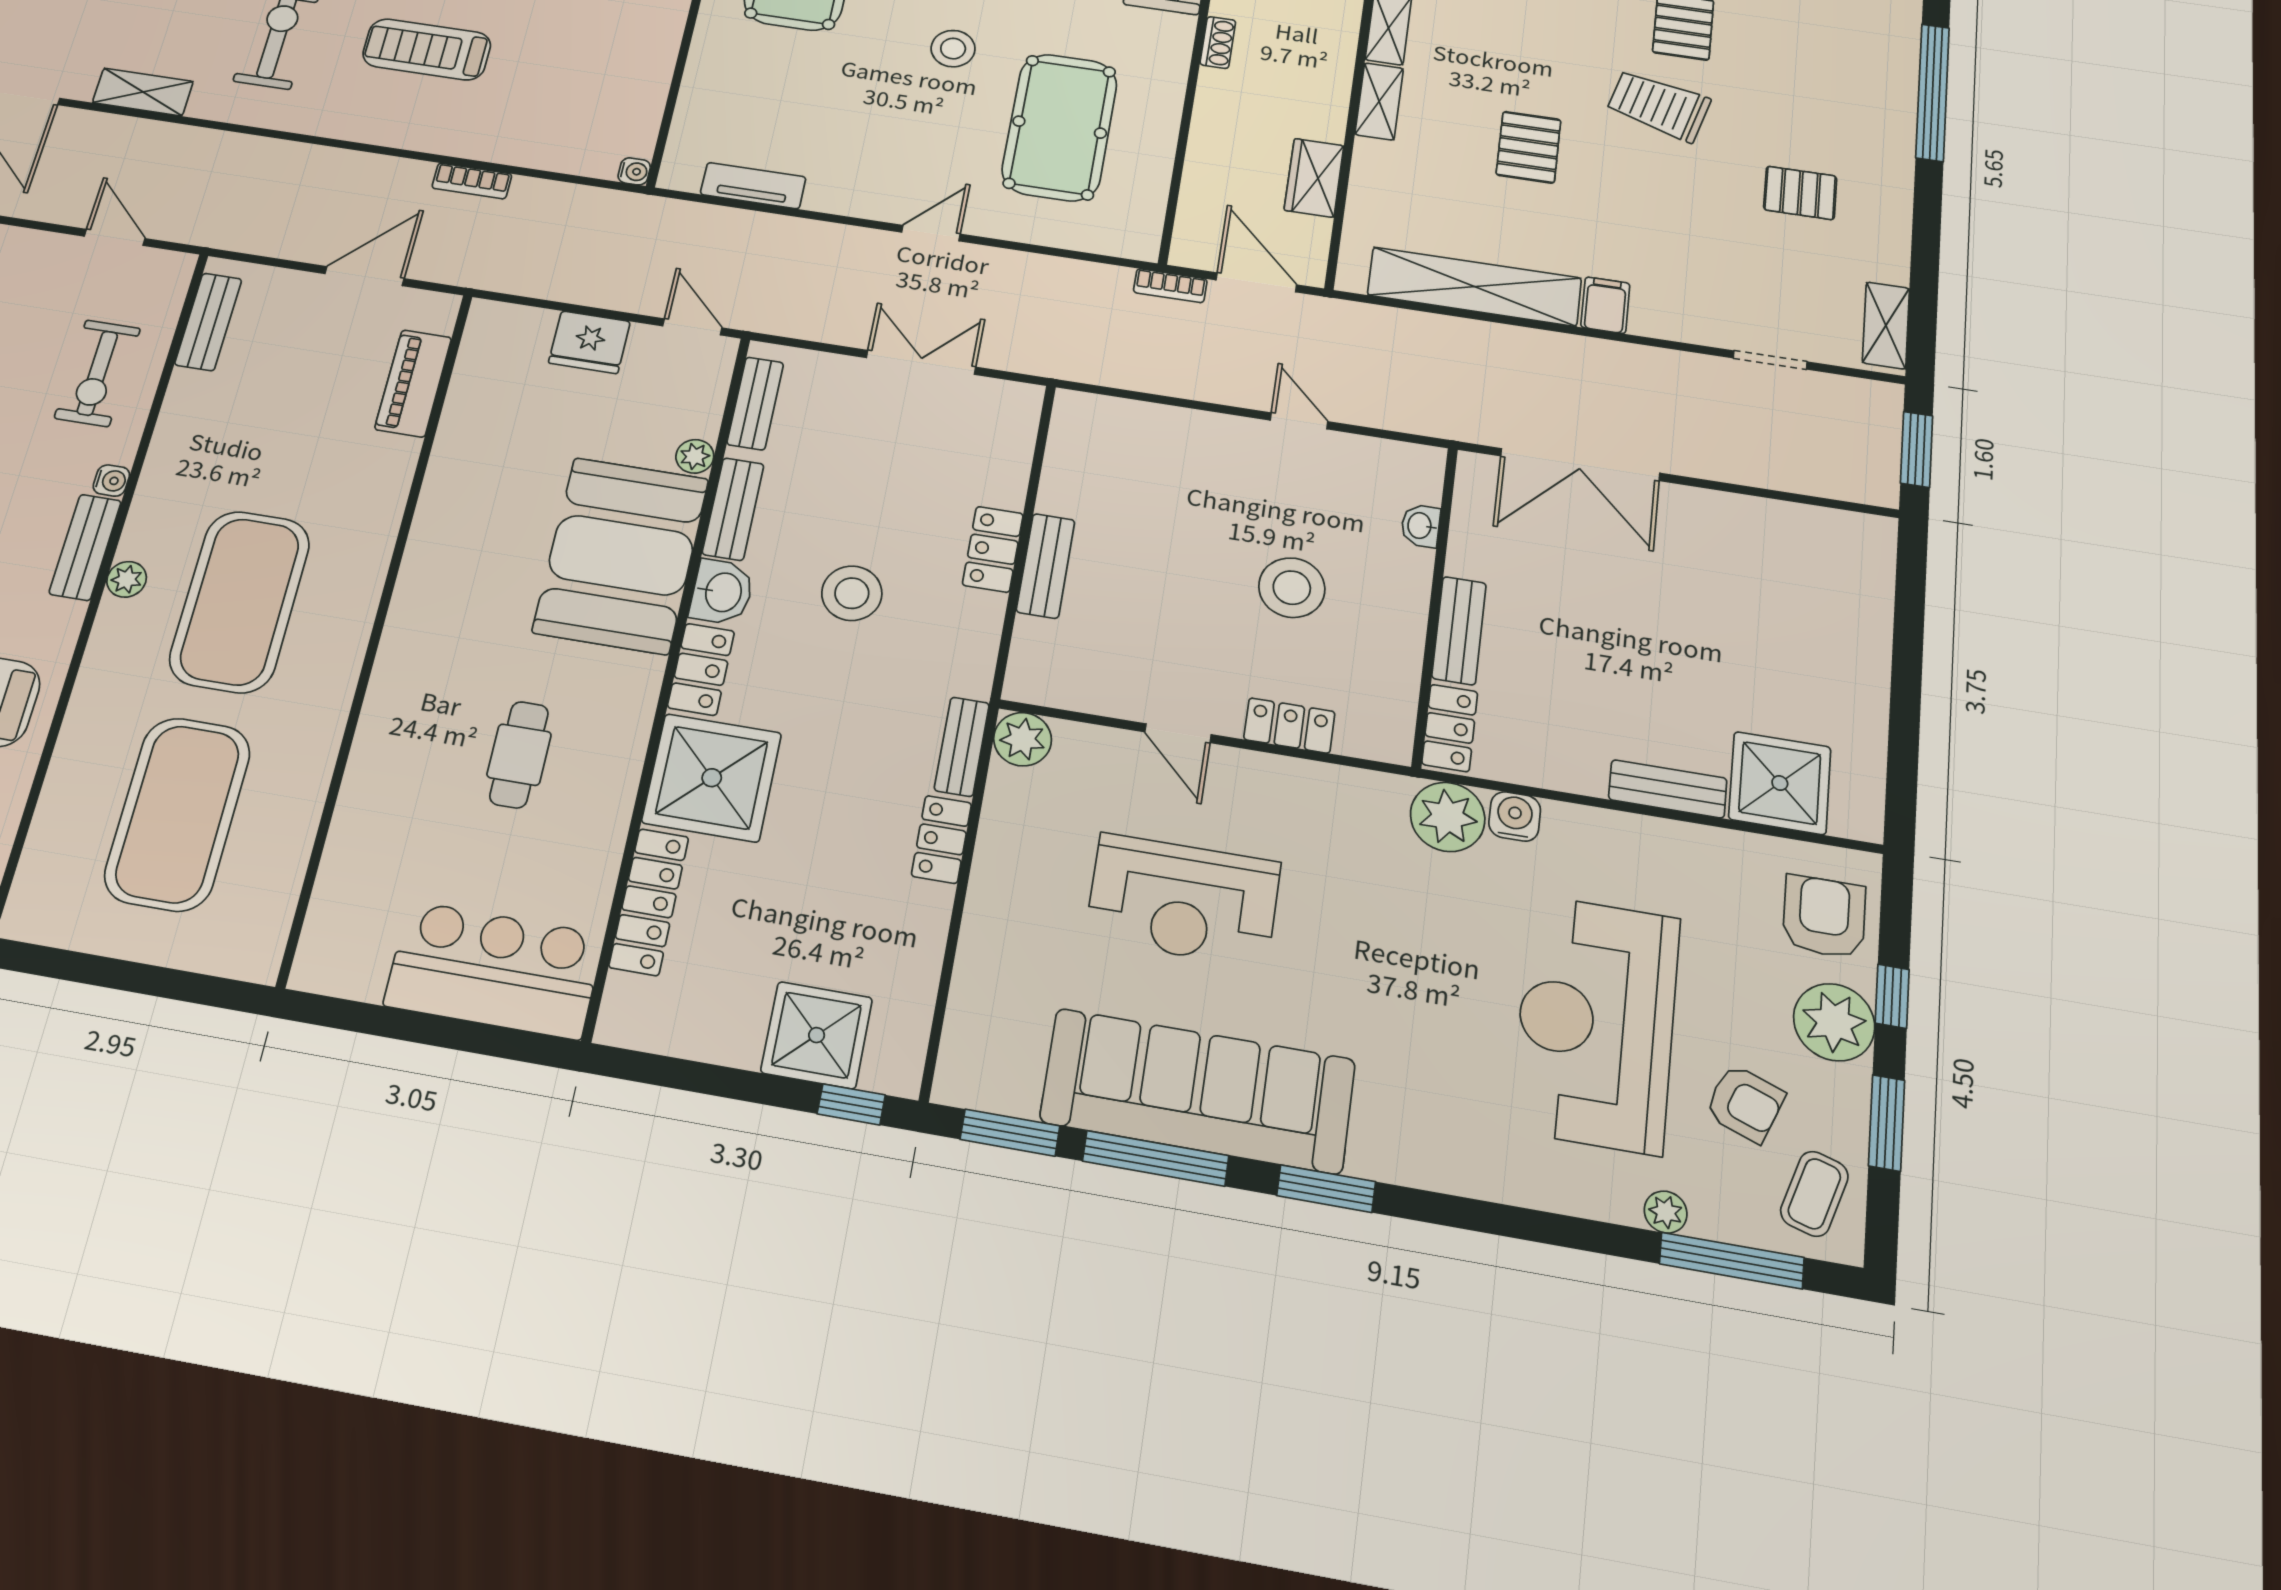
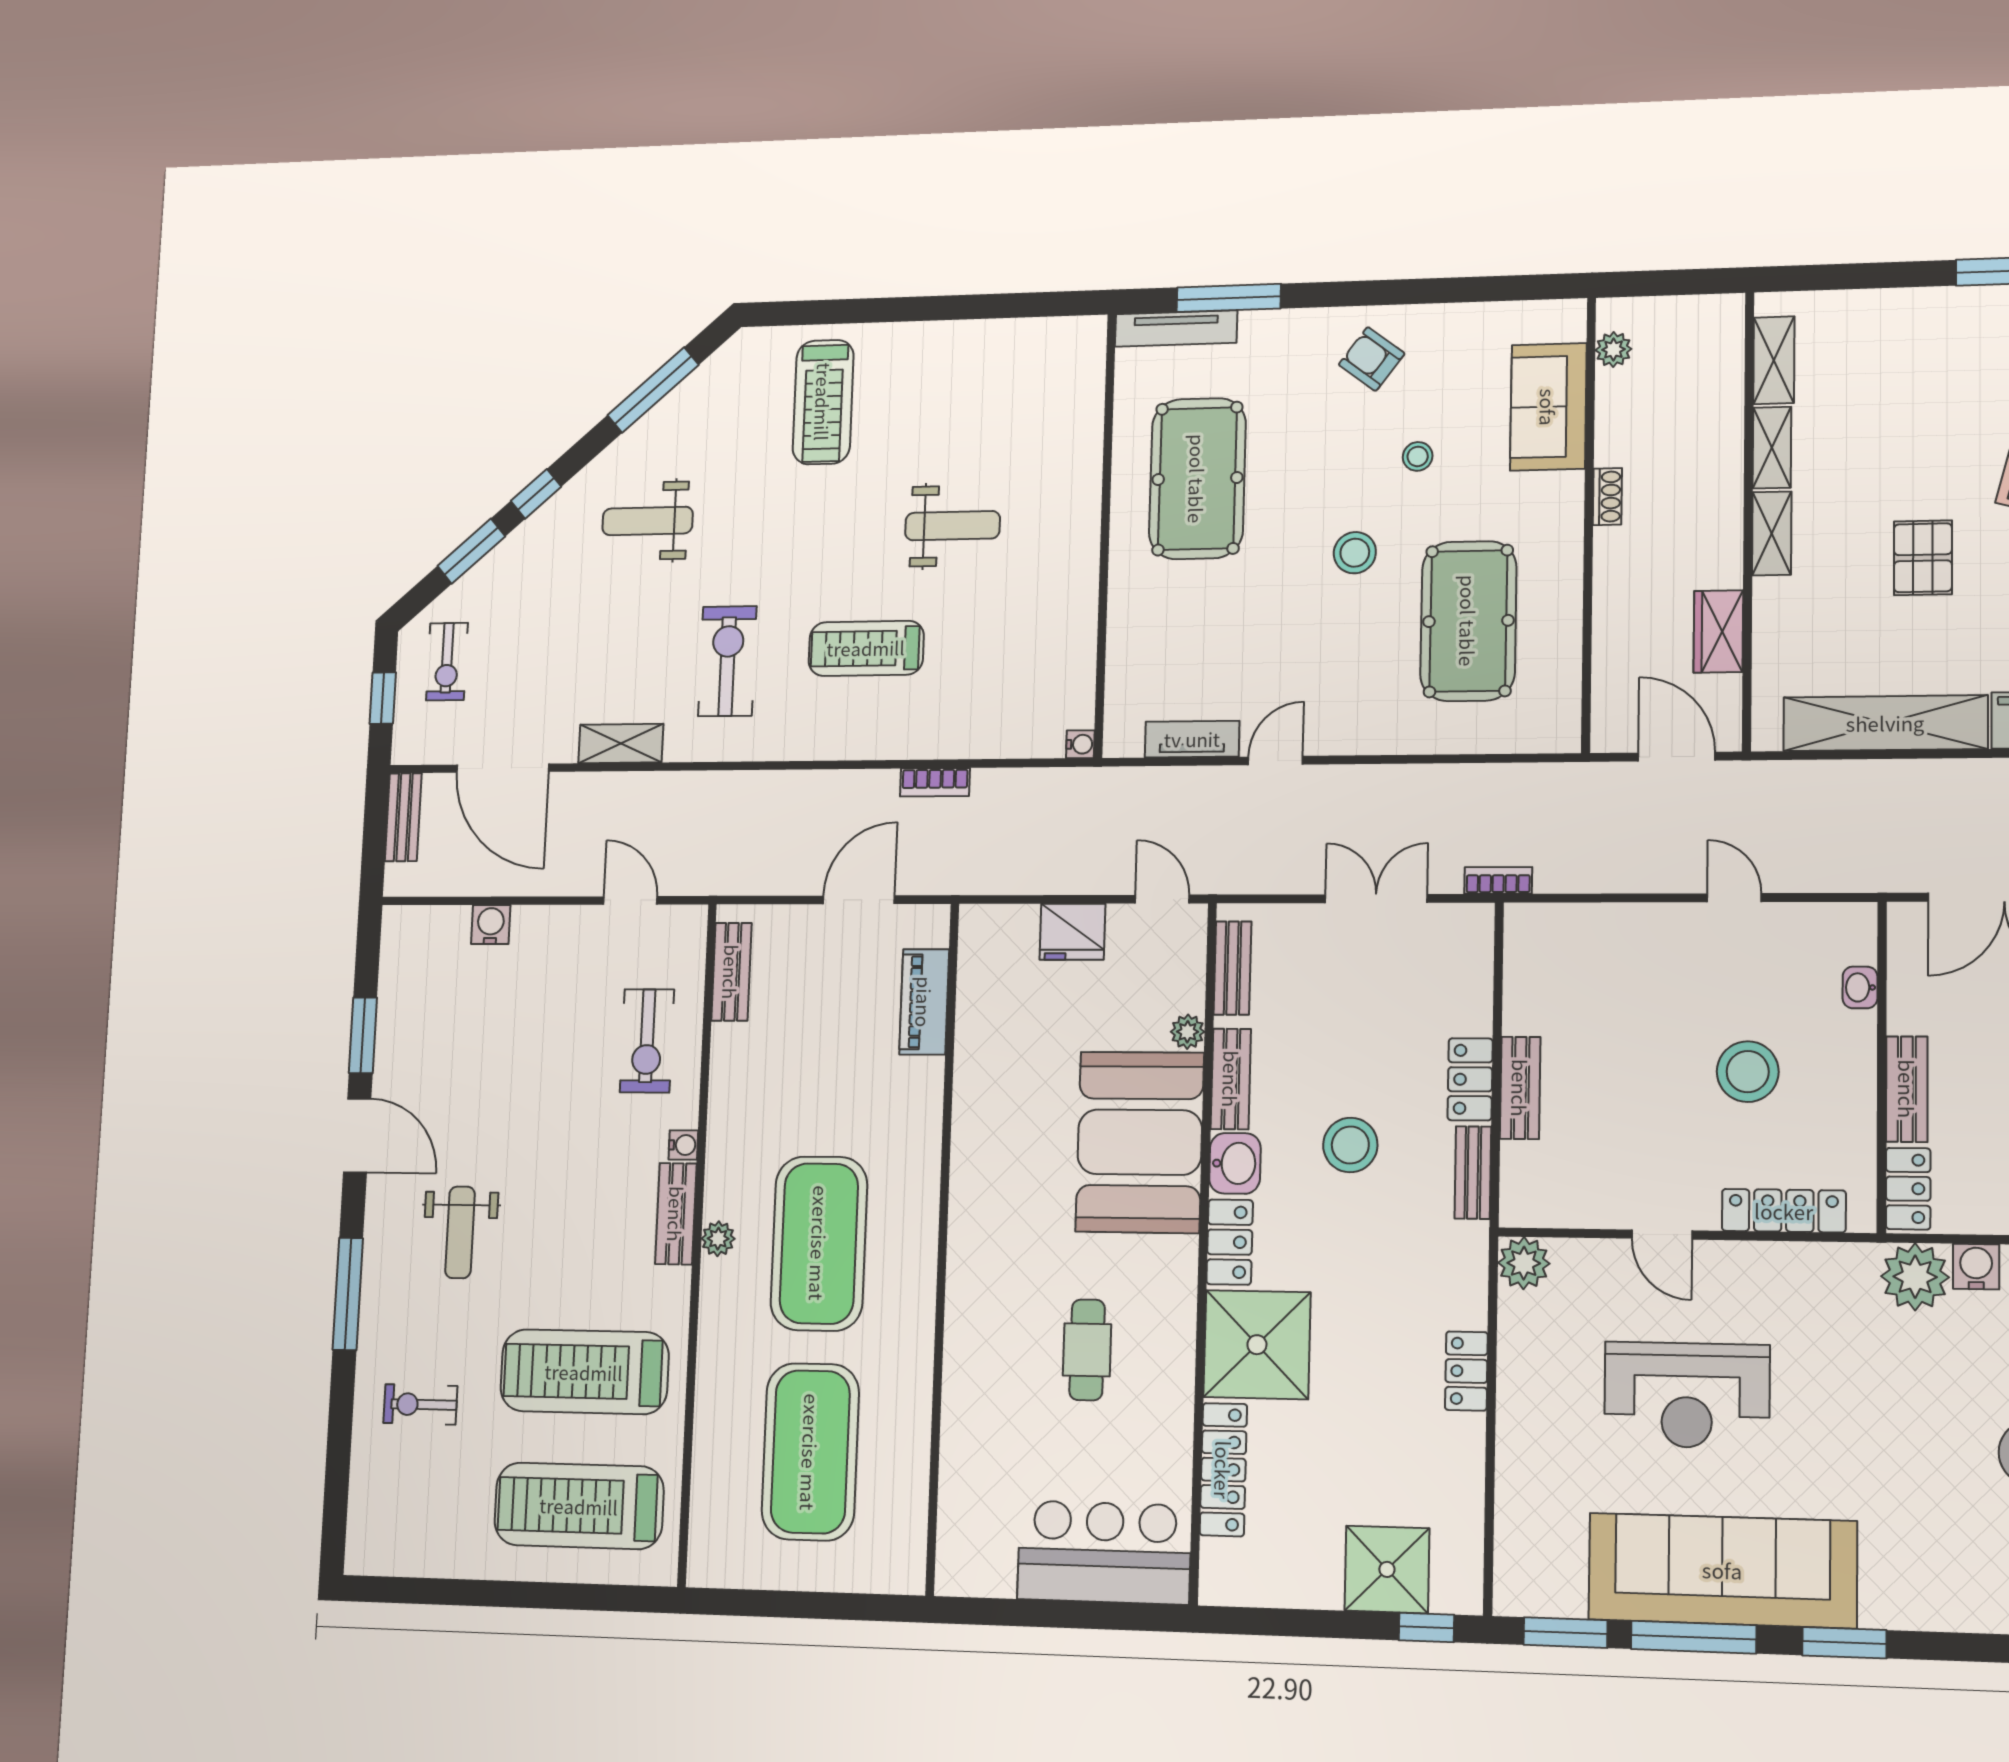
door: (931, 233) -> (1275, 761), moved
bookcase: (1170, 286) -> (1498, 880), moved, turned 180
locker: (1289, 726) -> (1784, 1211), width x1.53
bench: (962, 747) -> (1473, 1173), moved

